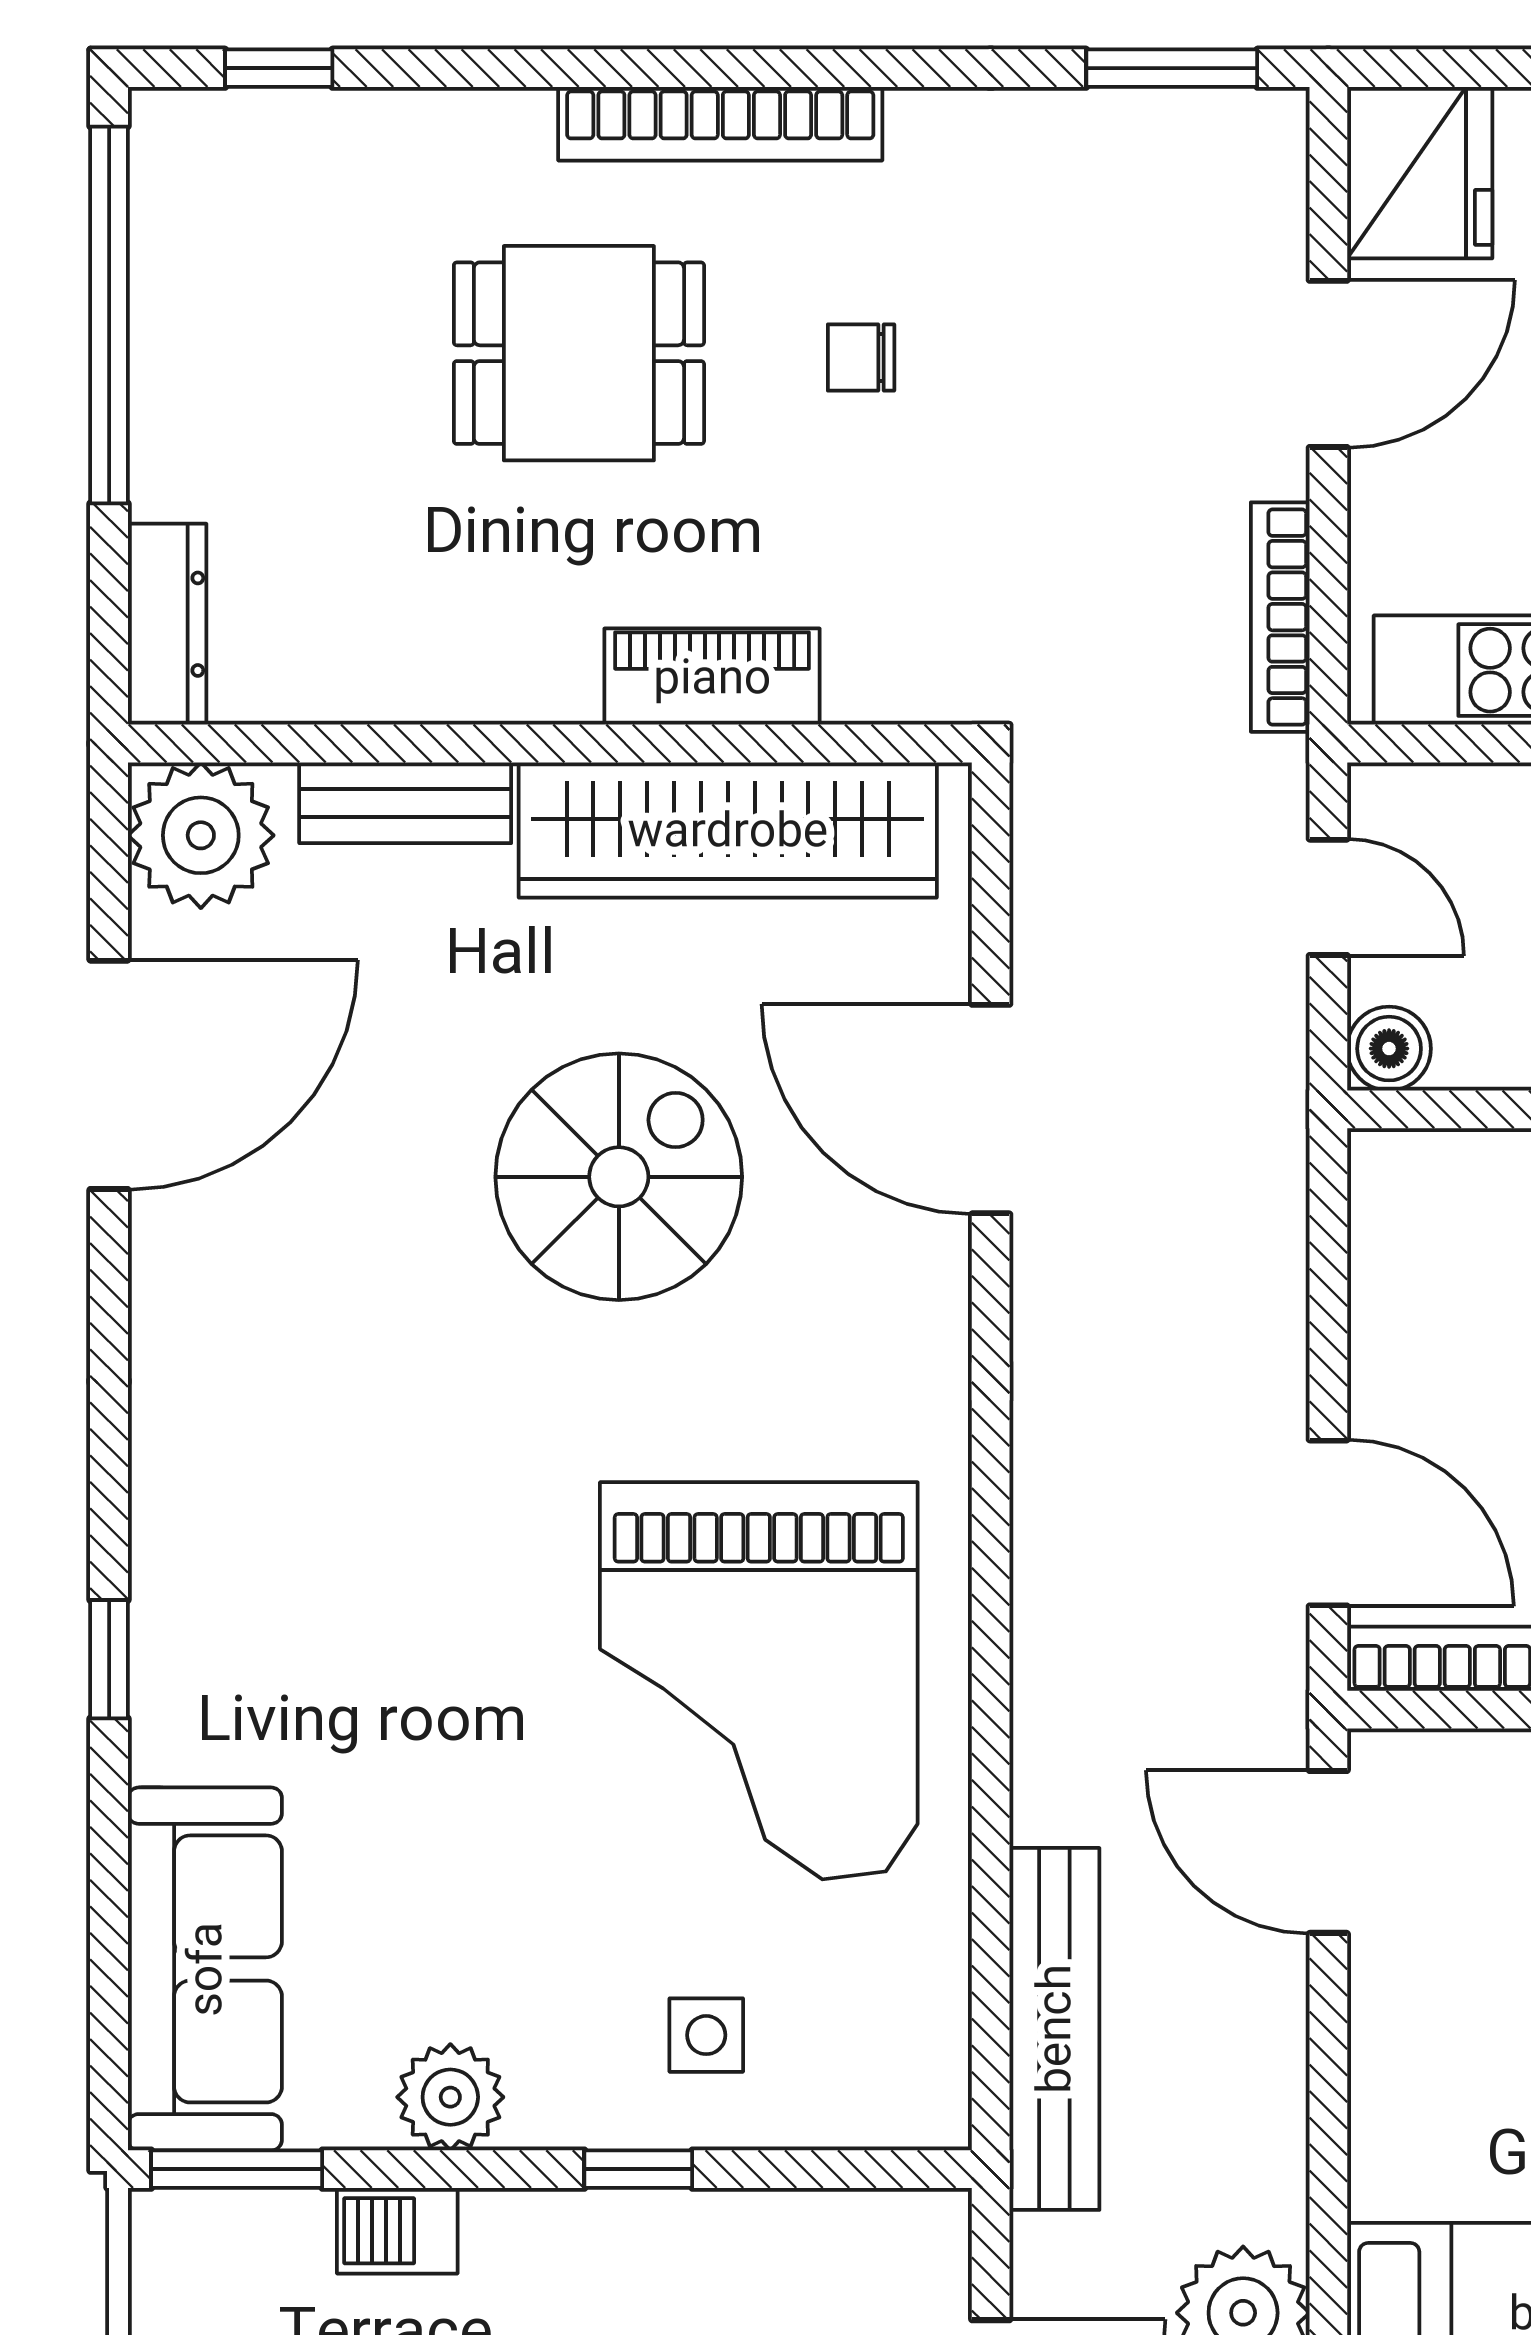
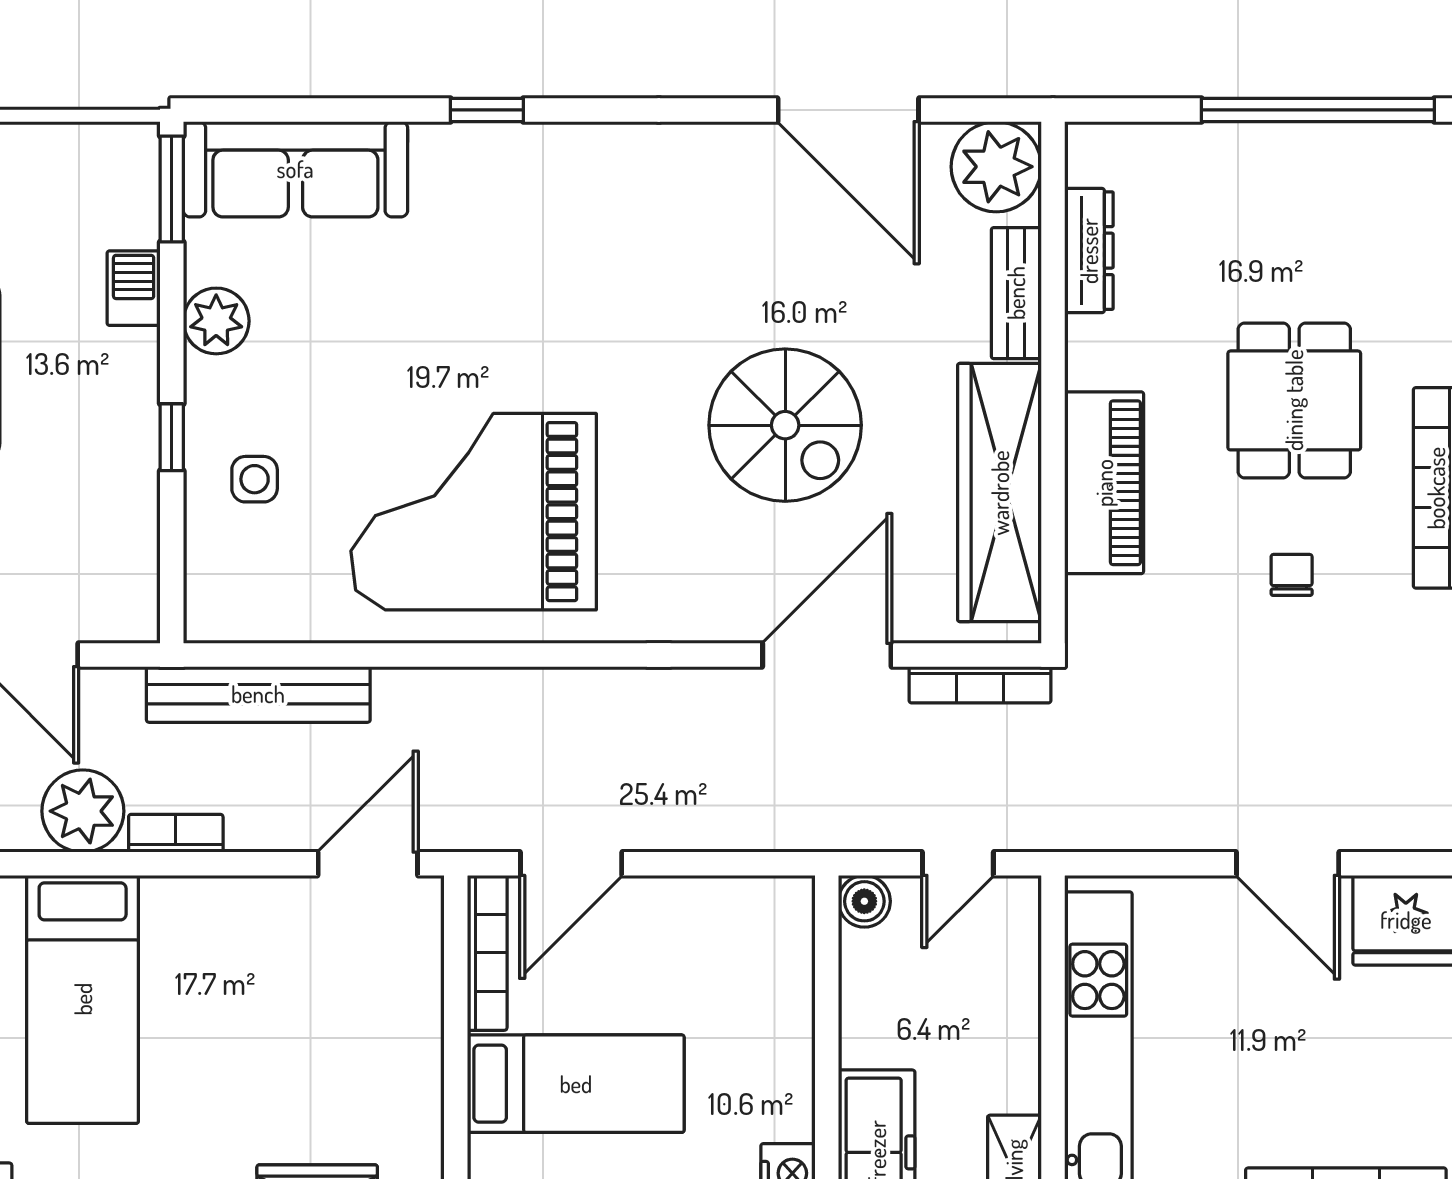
bookcase: (1280, 617) -> (980, 685), moved, turned 180
dresser: (167, 624) -> (1089, 251), moved, turned -90
piano: (712, 677) -> (1104, 483), width x1.37, depth x1.33
bookcase: (1279, 2162) -> (176, 833), added

